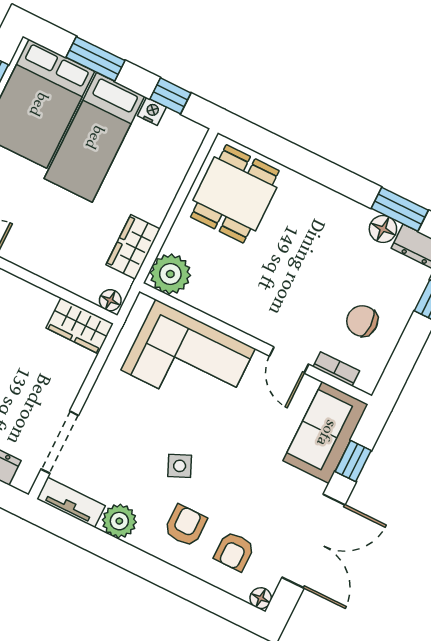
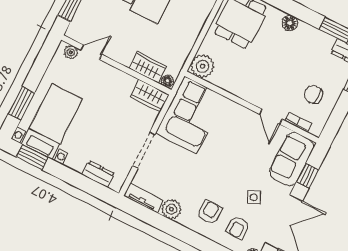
floor lamp: (383, 229) -> (290, 23), moved
wardrobe: (133, 247) -> (148, 67), moved, turned 90
corner sofa: (188, 359) -> (190, 115), moved, turned -90
doorway: (60, 442) -> (144, 150), moved
side table: (180, 466) -> (254, 197), moved

